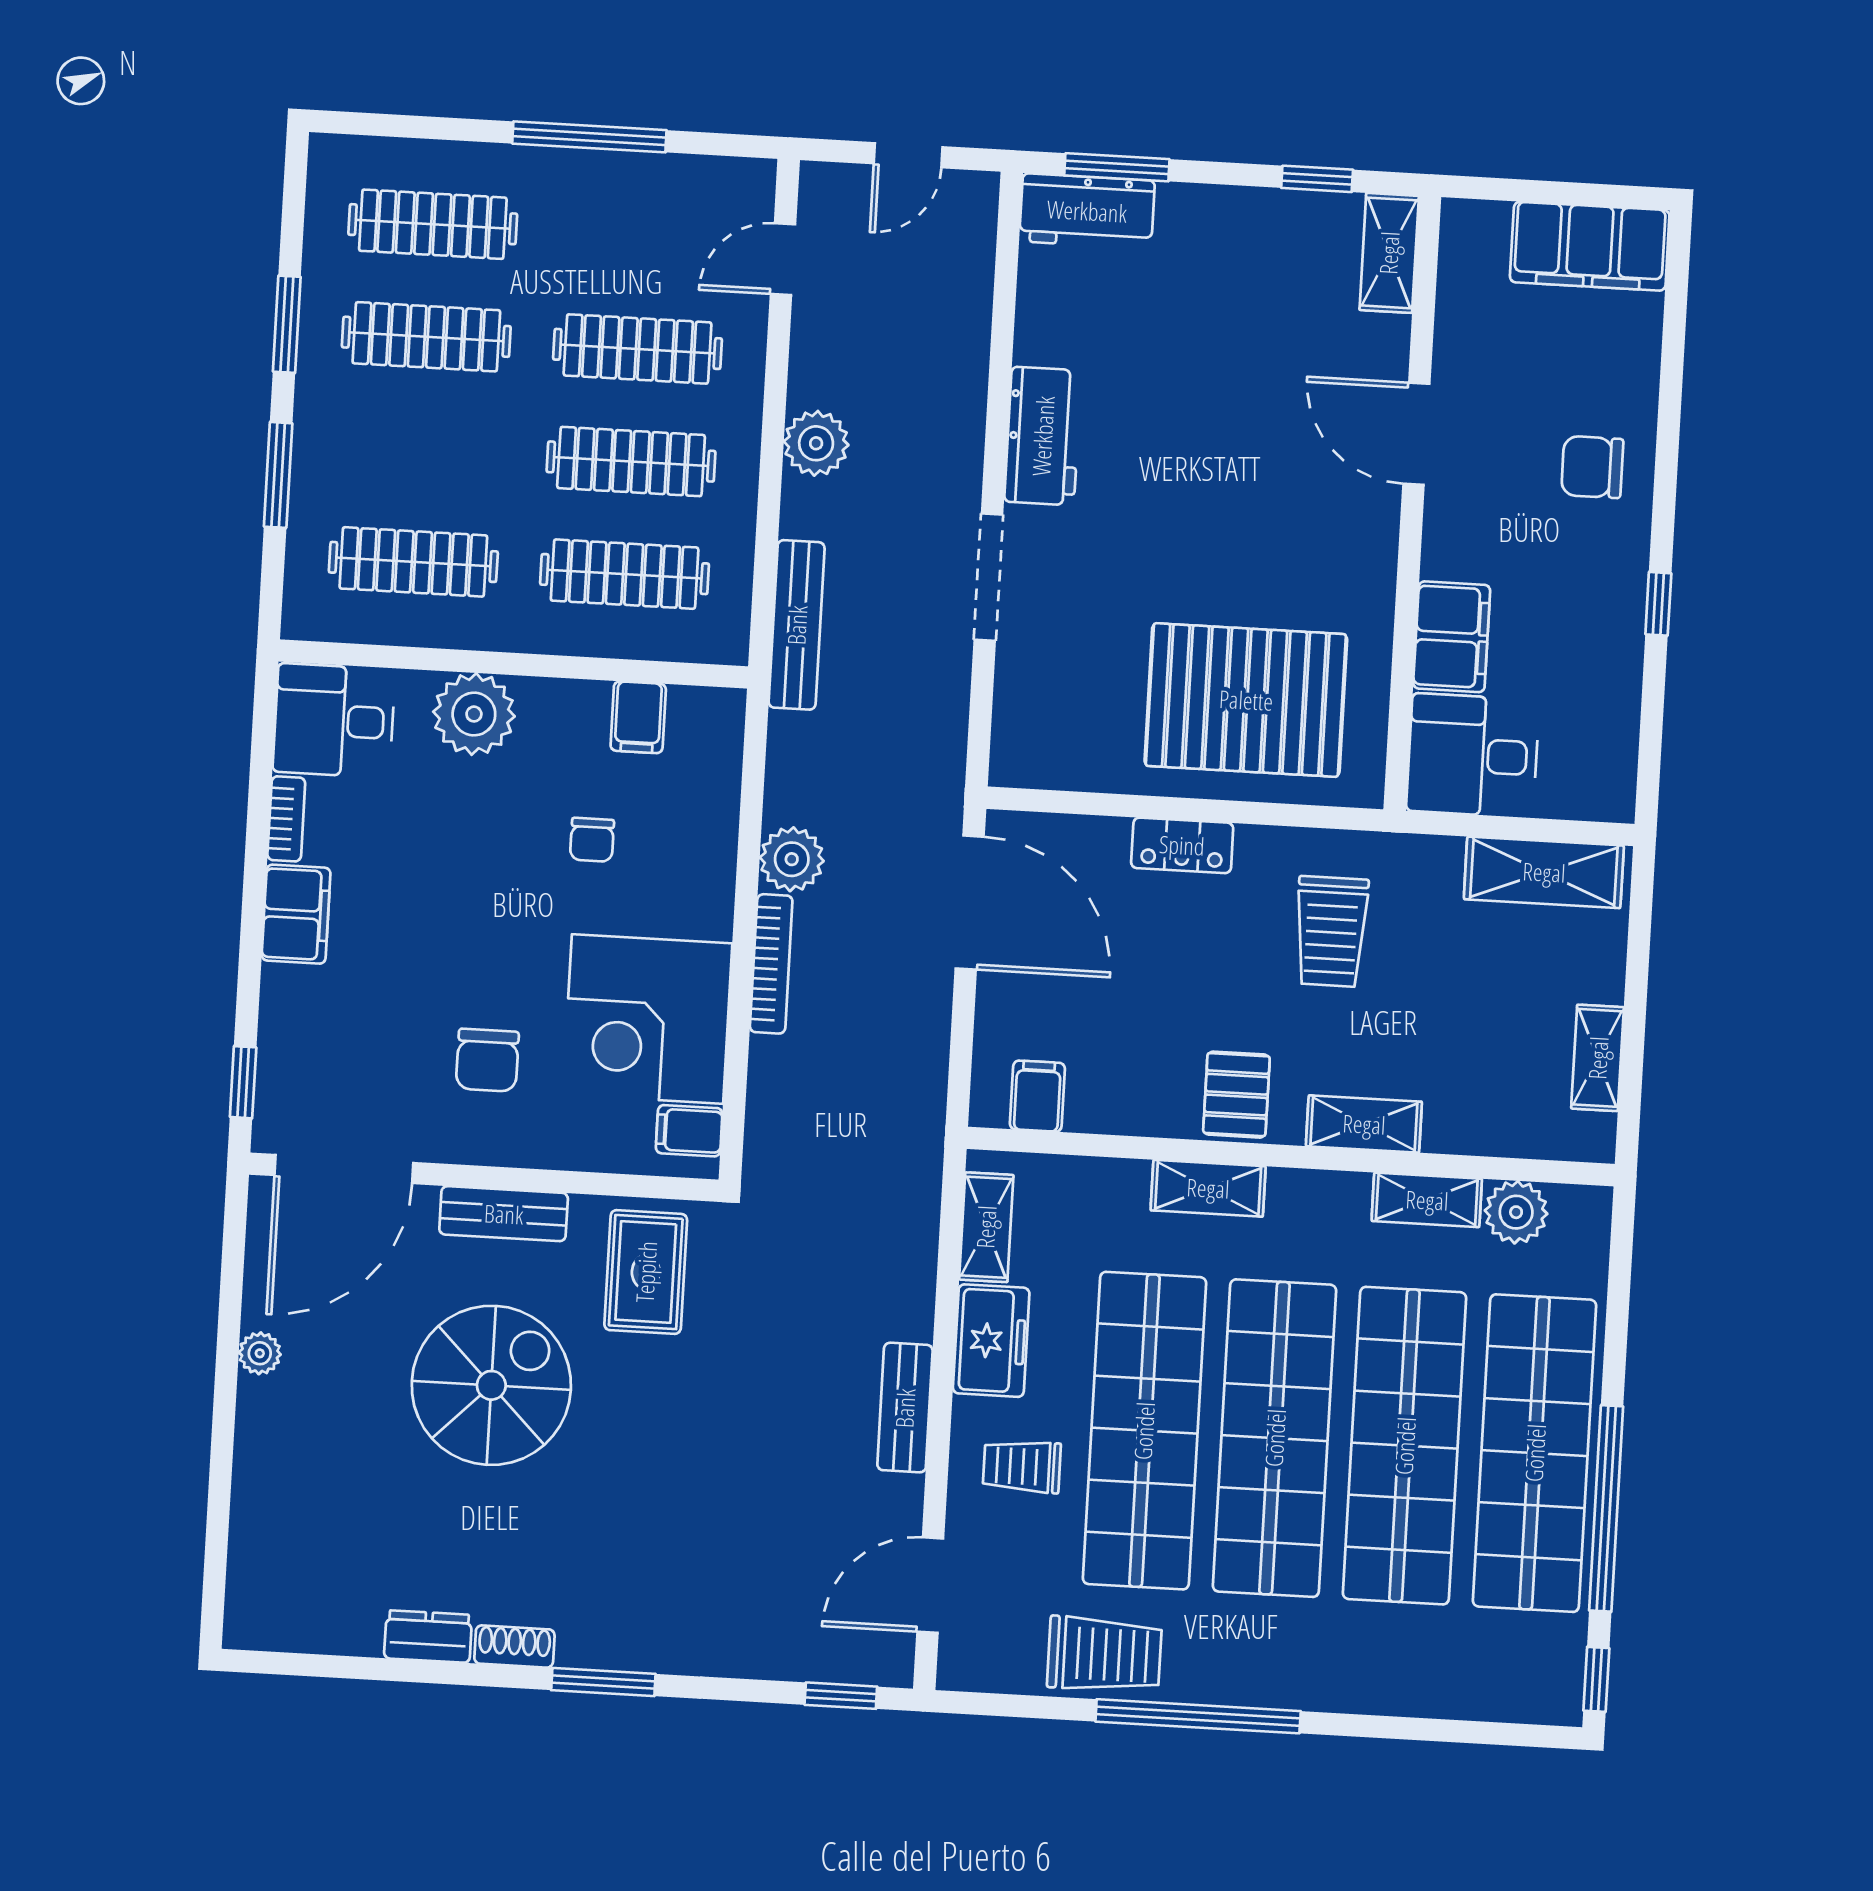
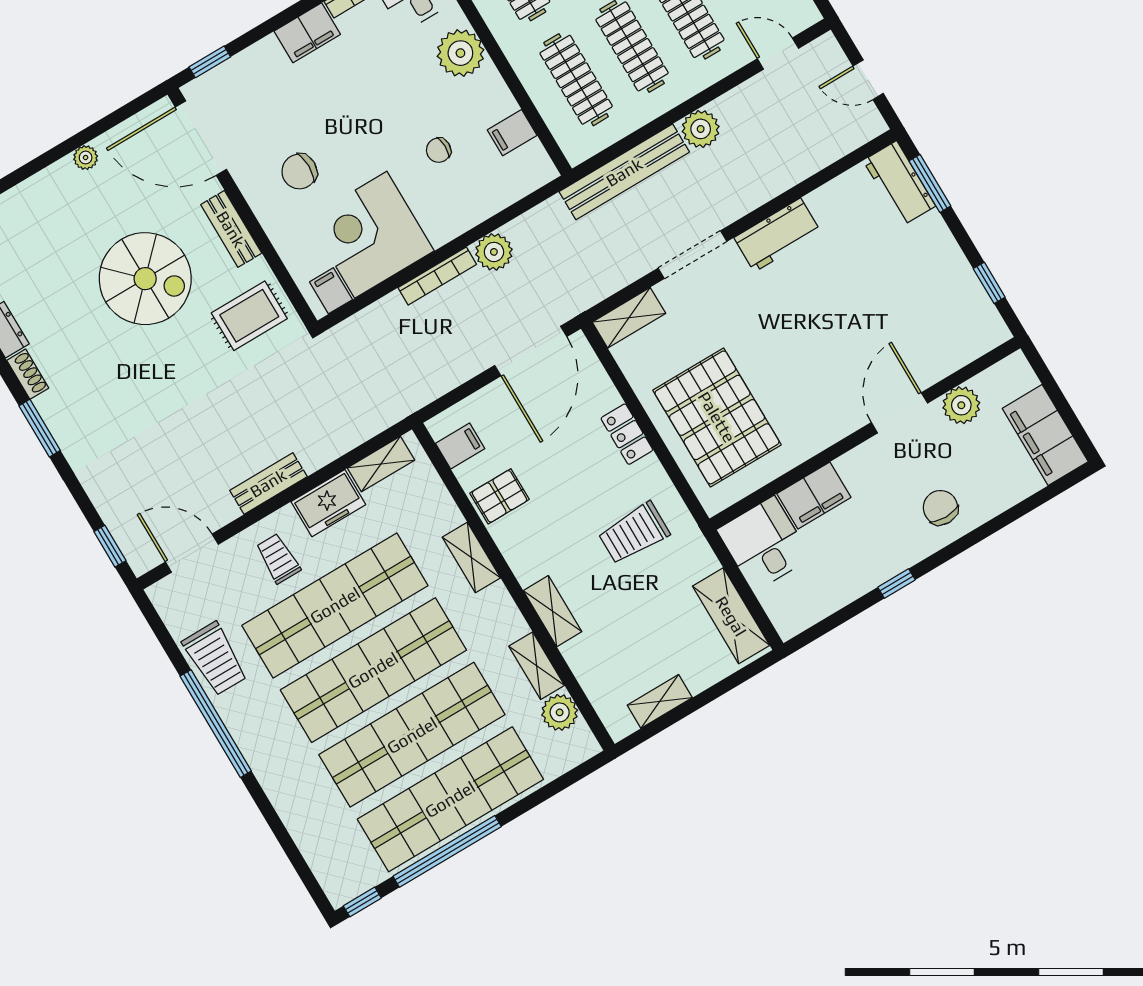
shelving: (1389, 253) -> (629, 318), moved
plant: (1466, 338) -> (961, 405), added
bench: (797, 625) -> (624, 172), width x1.37, depth x1.21
pallet: (1236, 1095) -> (499, 496), moved

